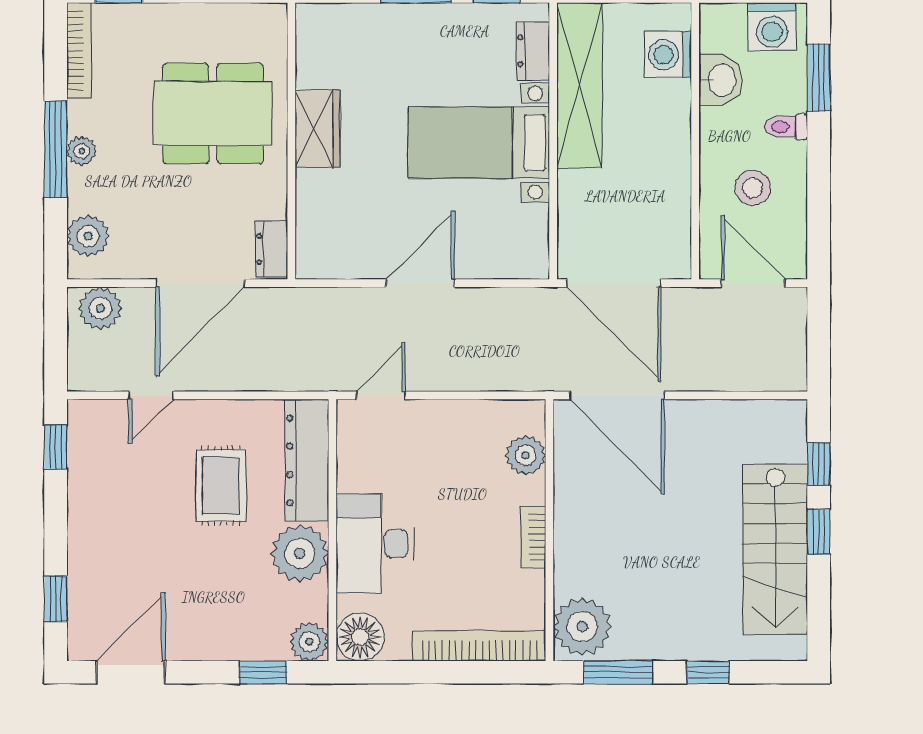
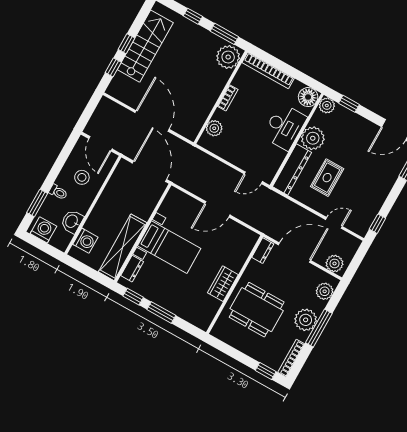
plant: (82, 151) -> (306, 320), width x1.88, depth x1.88
door: (617, 395) -> (152, 121), moved

